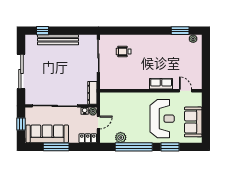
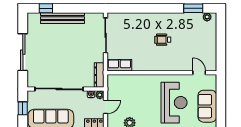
wheelchair: (124, 51) -> (163, 40), moved
row of seats: (161, 84) -> (119, 65), moved

